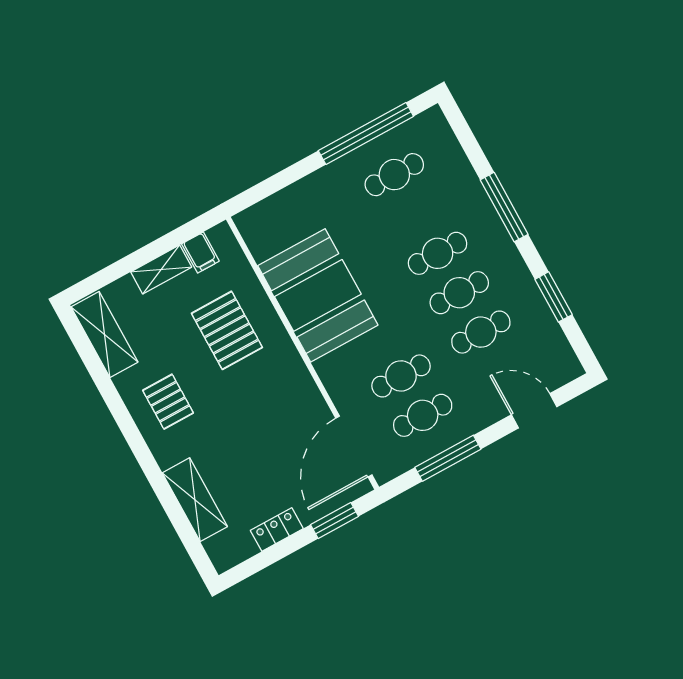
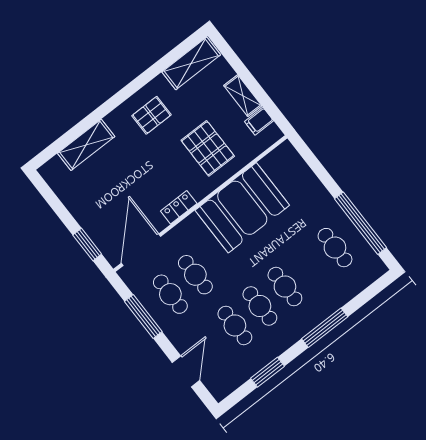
pallet: (227, 330) -> (208, 148), turned 90
door: (354, 446) -> (141, 250), hinge flipped
locker: (277, 530) -> (179, 207), moved, turned -90

